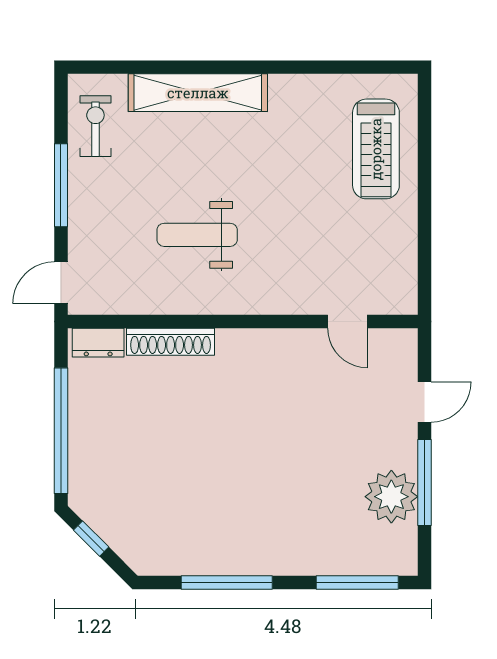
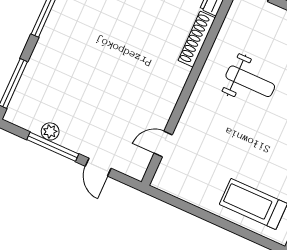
weight bench: (197, 235) -> (250, 81), turned 90
plant: (391, 497) -> (50, 131), width x0.53, depth x0.53

